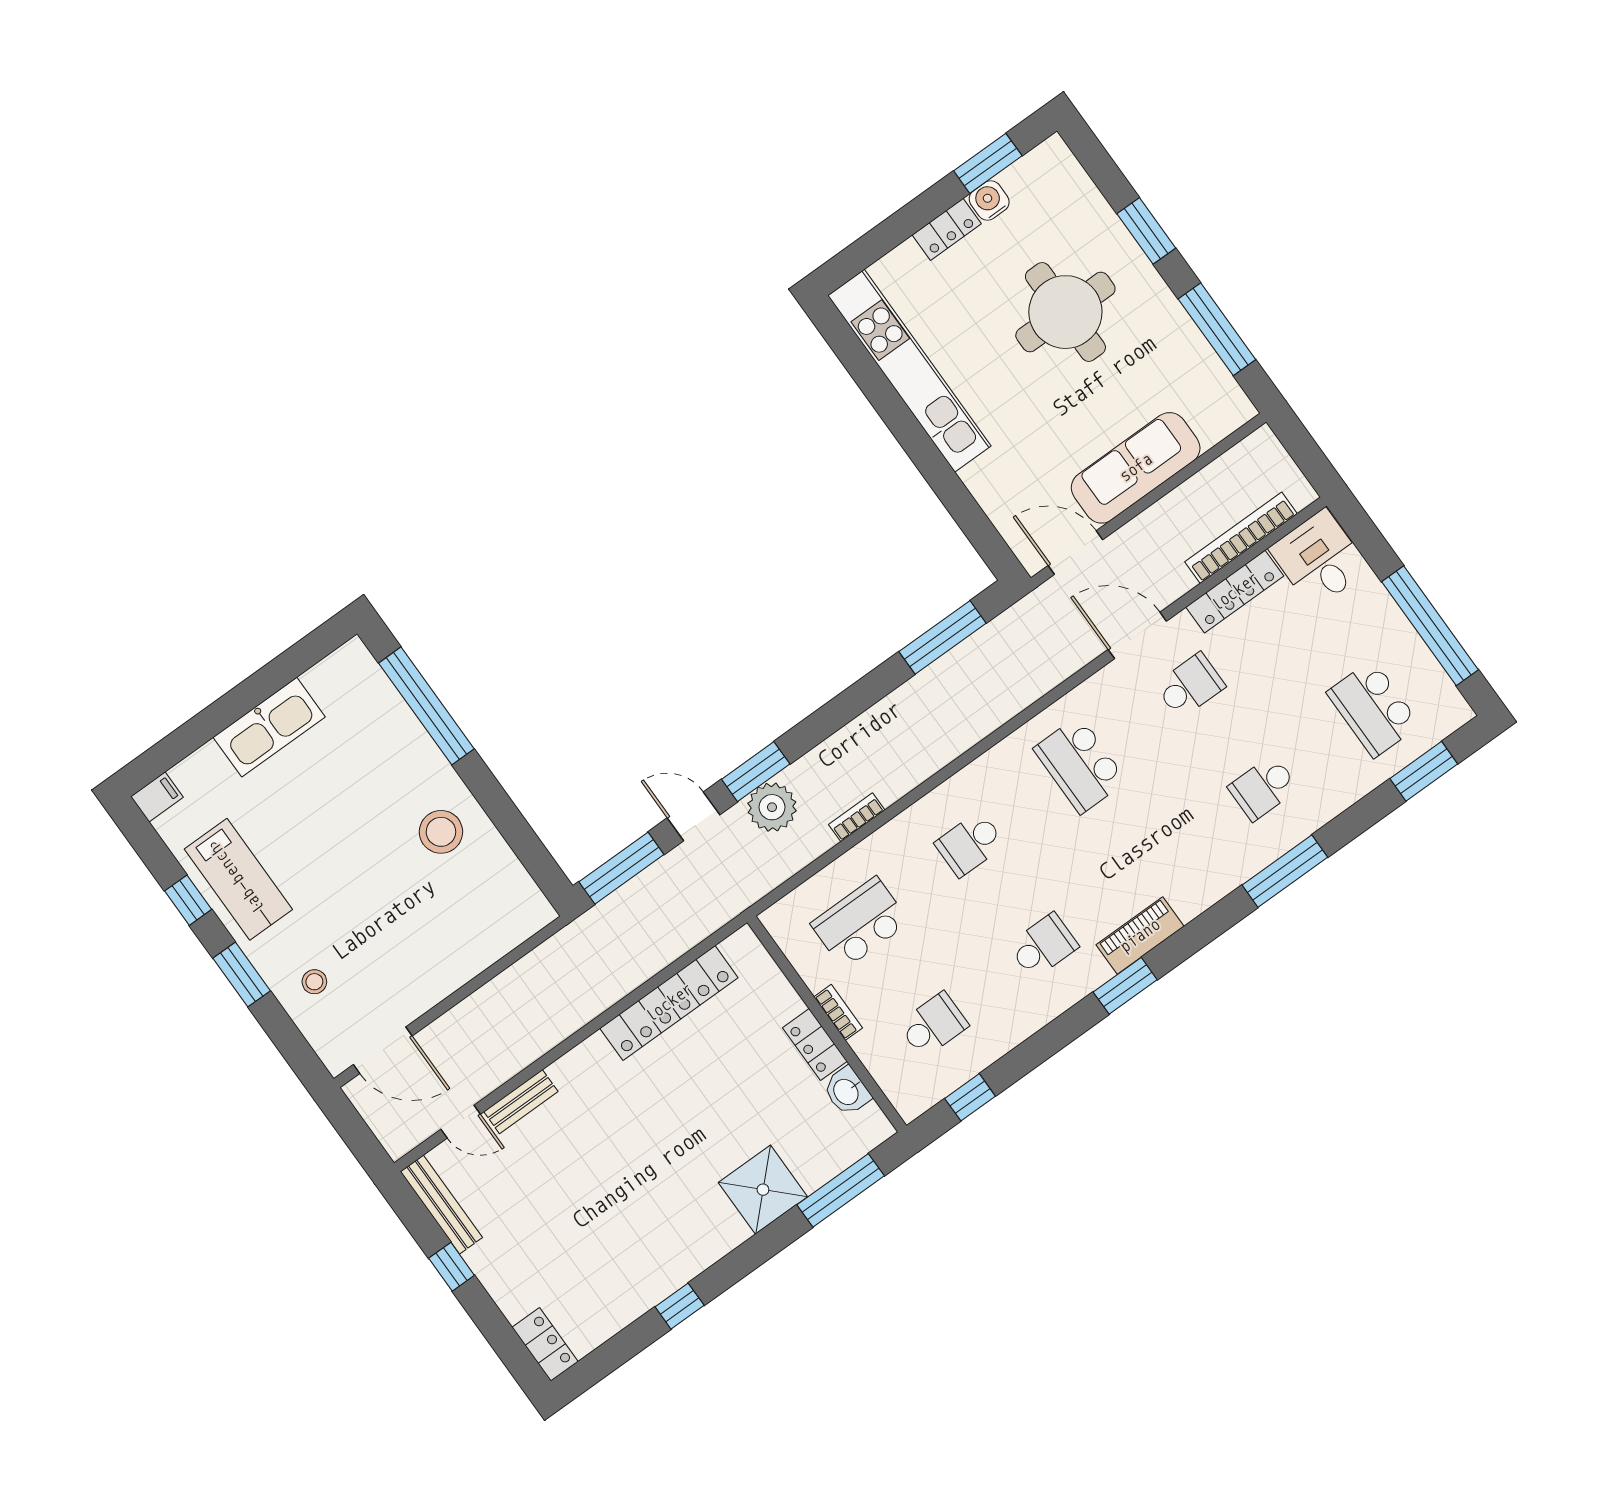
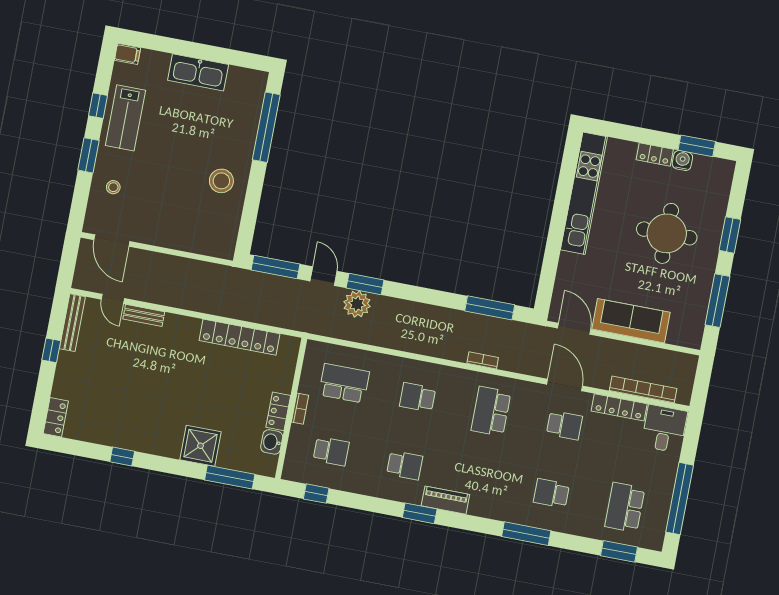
bookcase: (857, 817) -> (483, 360), moved

